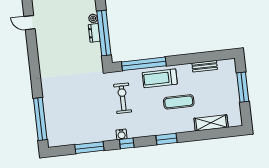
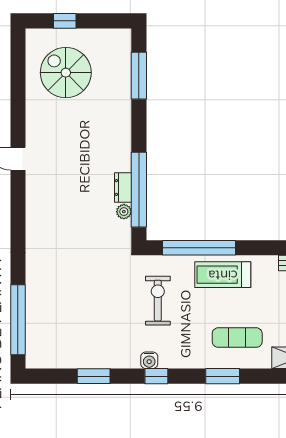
plant: (93, 18) -> (124, 212), moved
exercise mat: (179, 102) -> (237, 338), moved
window: (89, 148) -> (94, 376), width x0.69

